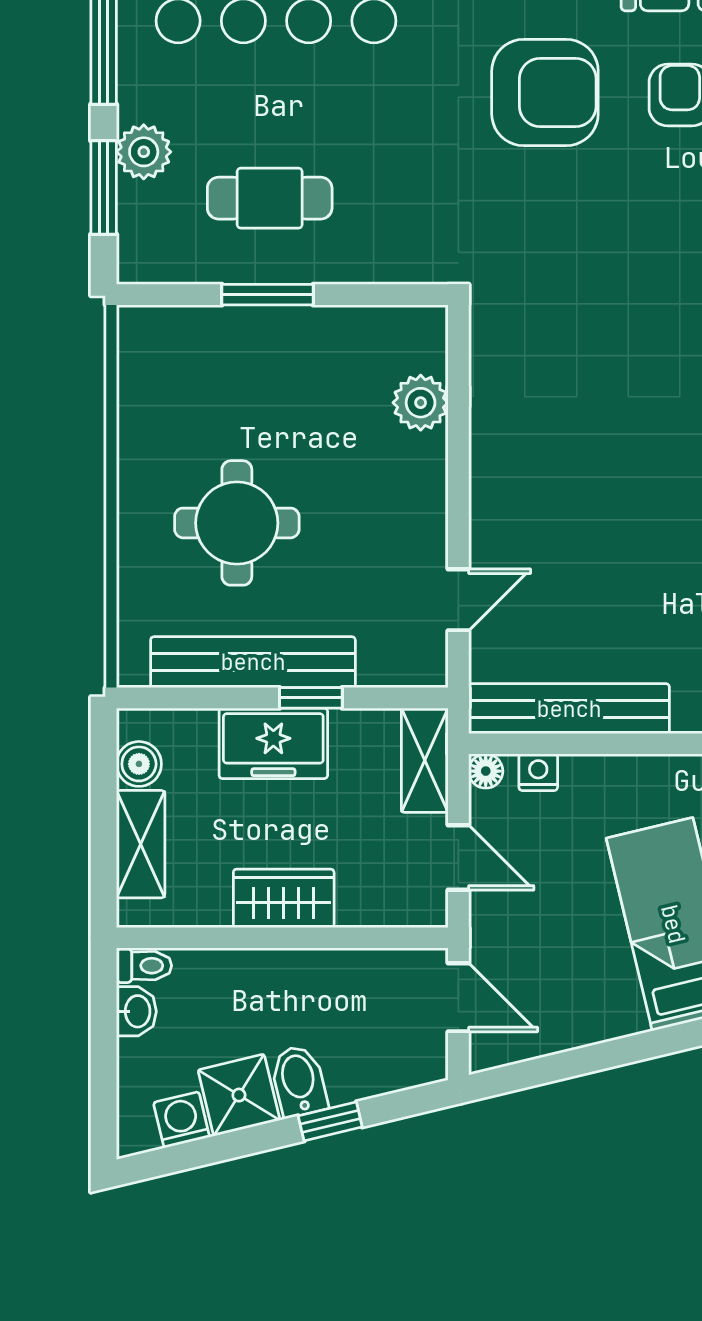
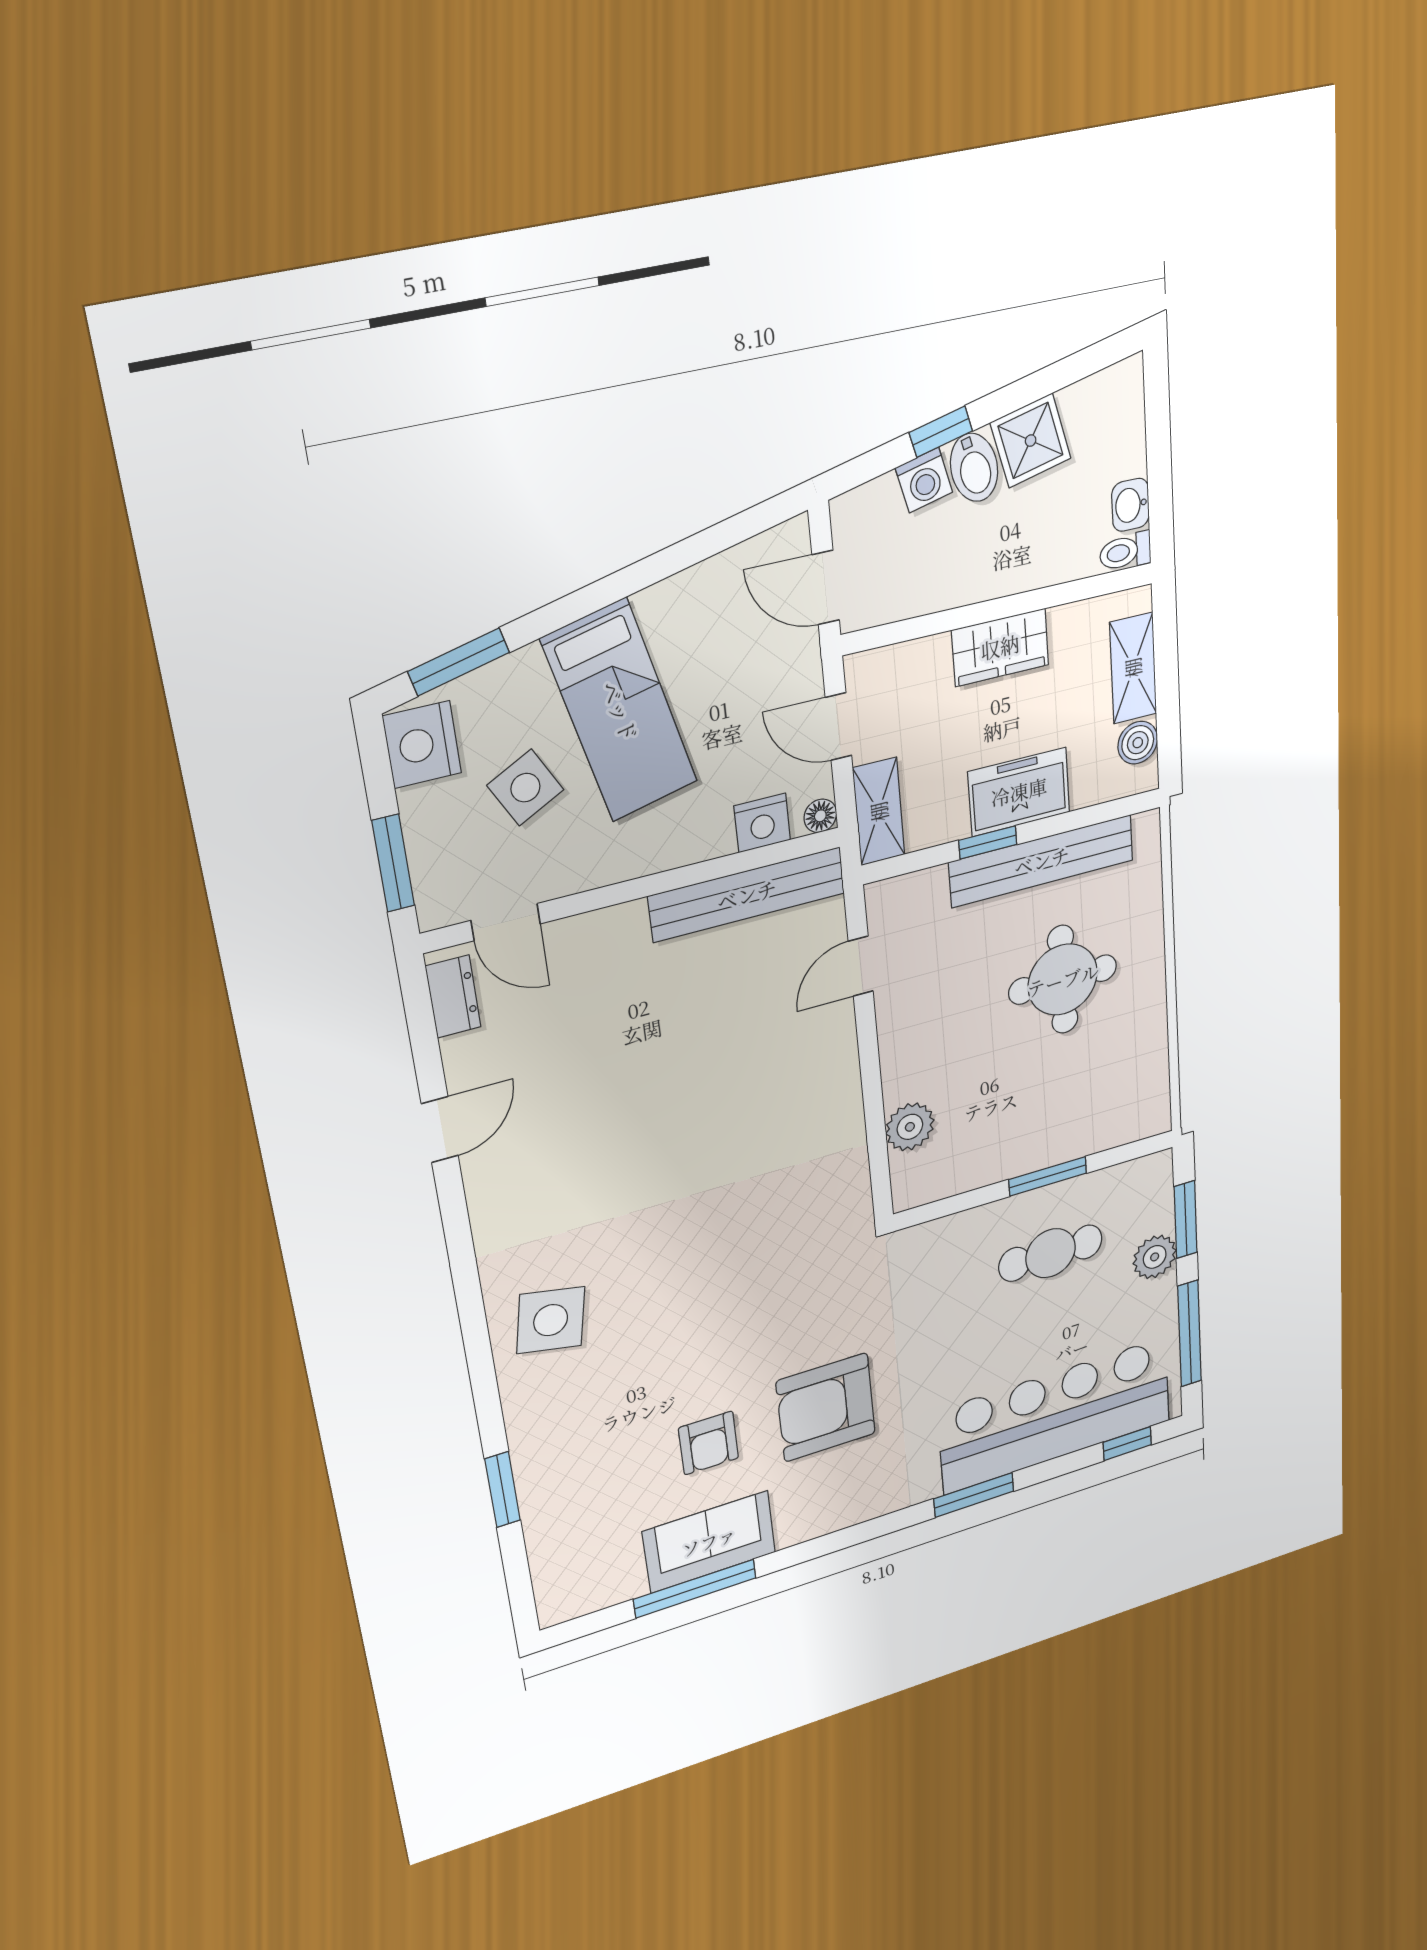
nightstand: (538, 772) -> (762, 823), width x1.39, depth x1.35
washing machine: (181, 1120) -> (924, 480), moved

